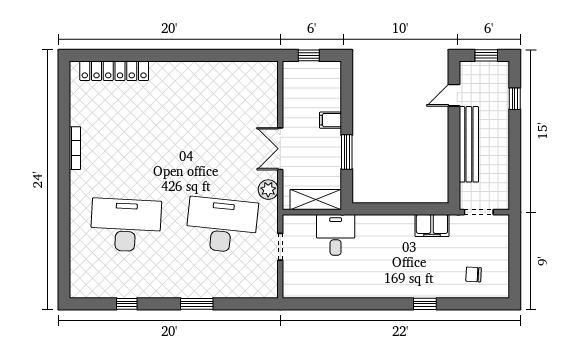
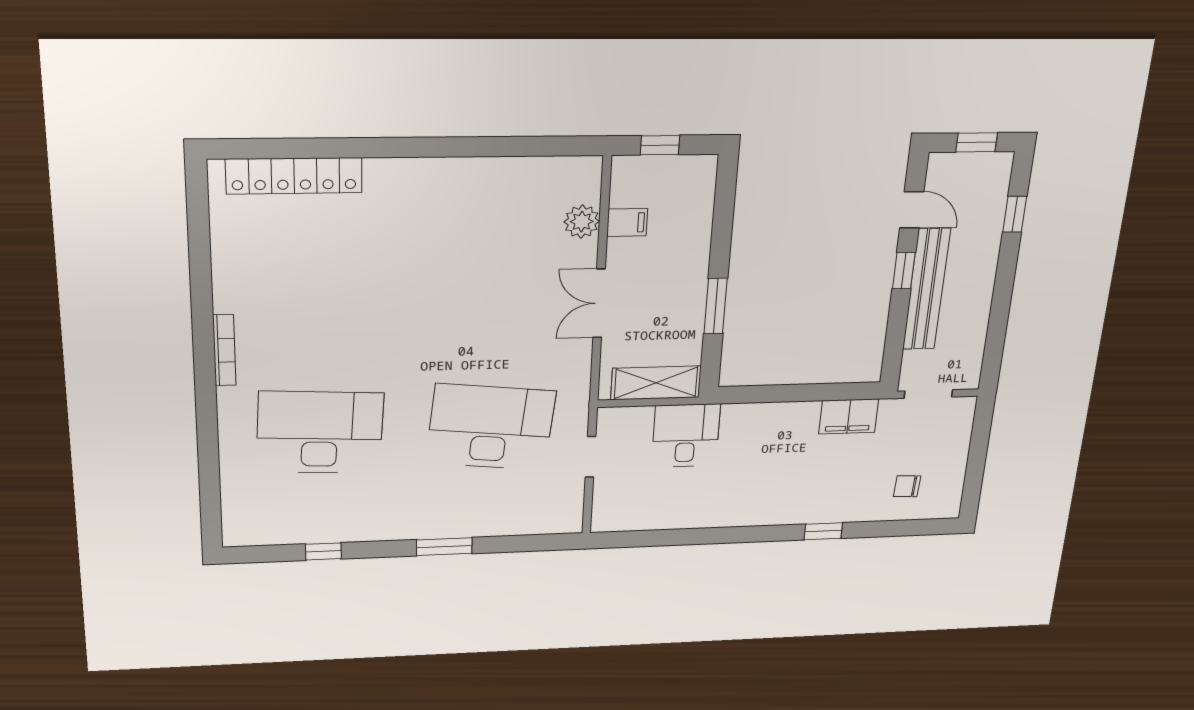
door: (454, 95) -> (912, 210), swing flipped
filing cabinet: (330, 120) -> (627, 222), moved, turned 180
window: (454, 132) -> (904, 271), added
bookcase: (75, 148) -> (224, 350), moved
plant: (268, 190) -> (582, 222), moved

